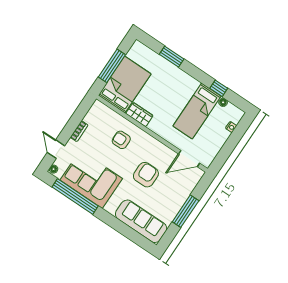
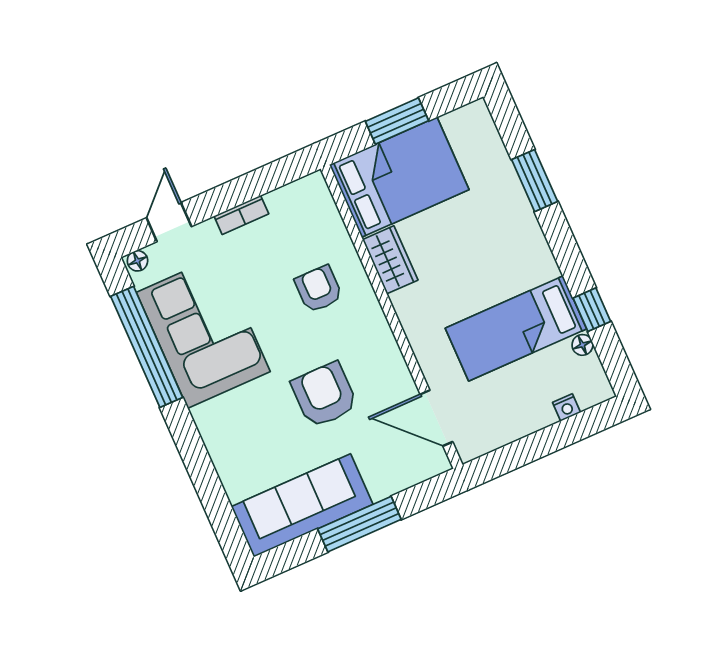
window: (112, 66) -> (397, 121), width x0.69
armchair: (146, 175) -> (324, 395), turned -90
sofa: (141, 221) -> (302, 505), moved, turned -90

